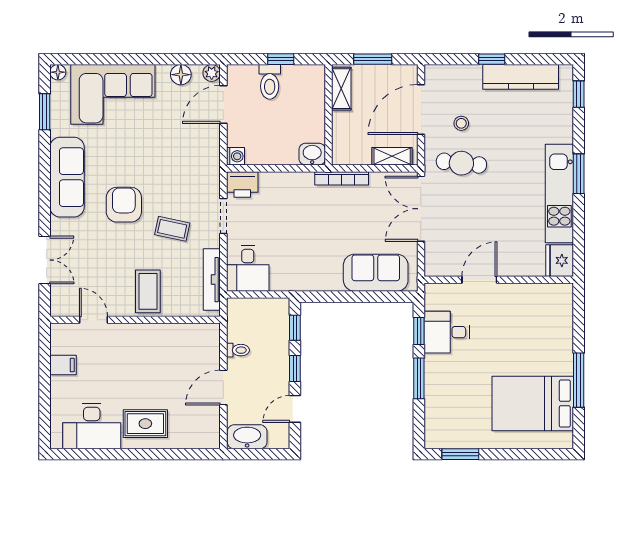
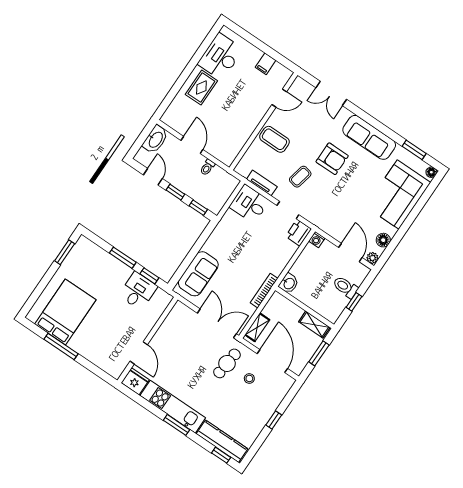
kitchen counter: (521, 77) -> (222, 441), moved, turned 90
tv unit: (212, 280) -> (262, 183), width x0.71
door: (479, 280) -> (139, 353), moved

